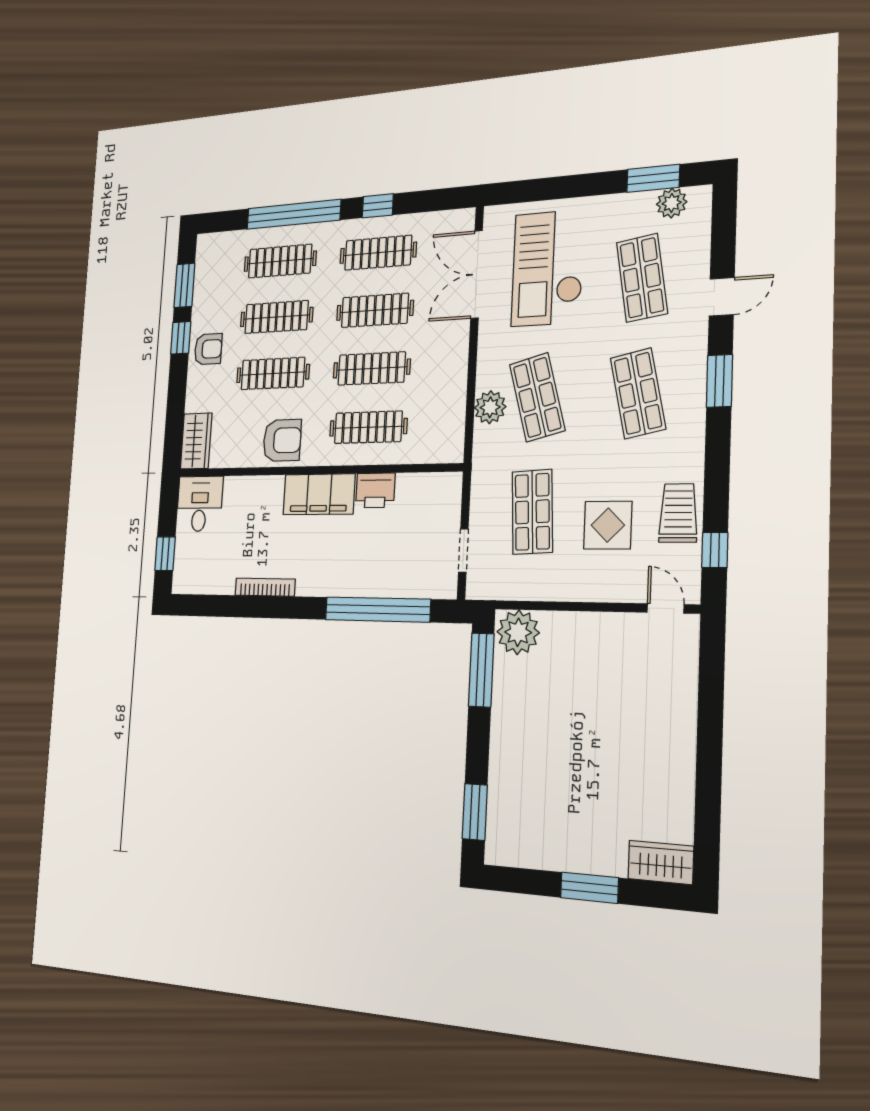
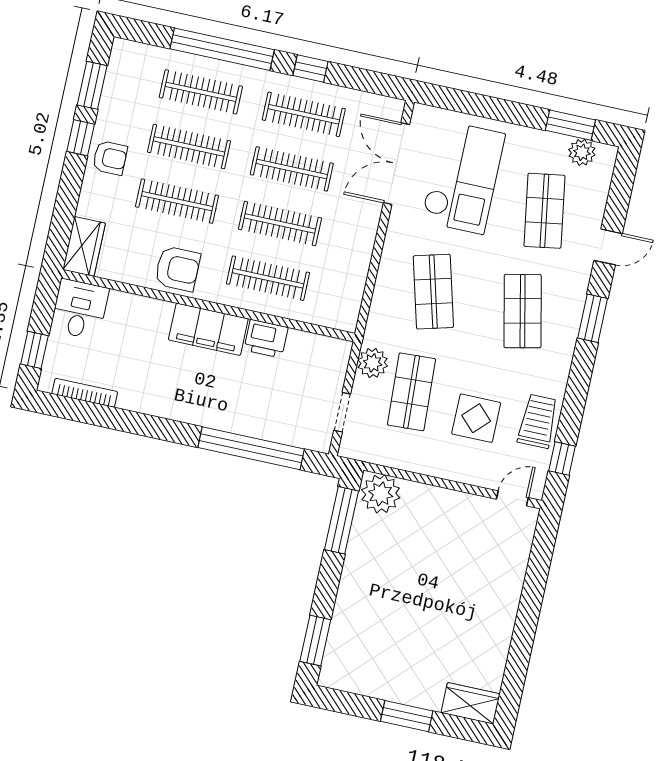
checkout: (548, 268) -> (463, 177), turned 180
plant: (490, 407) -> (373, 363), moved
bookcase: (265, 587) -> (85, 393), moved
door: (665, 608) -> (512, 498), hinge flipped

